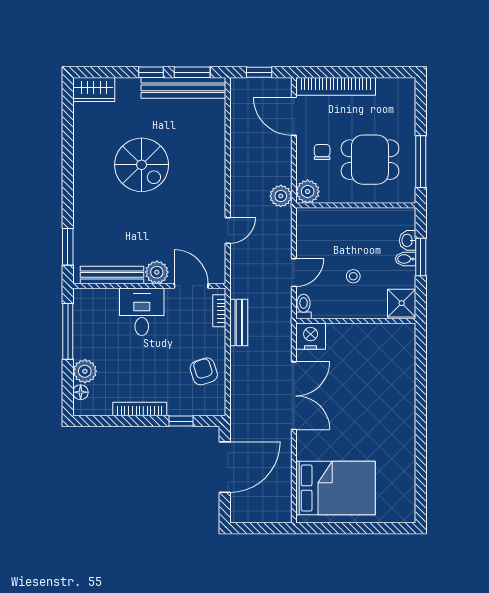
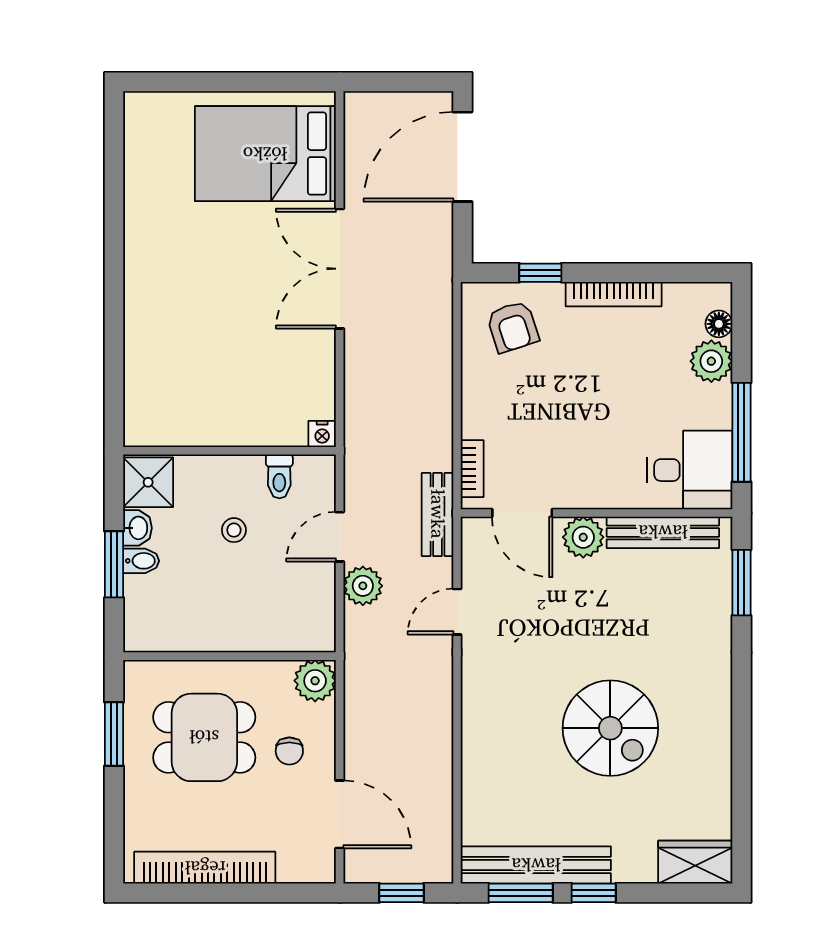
bookcase: (336, 86) -> (205, 868), moved
window: (421, 162) -> (114, 734), width x0.69
spiral stairs: (142, 165) -> (610, 728), turned 180
plant: (281, 196) -> (363, 586), moved
washbasin: (408, 240) -> (137, 528), moved
toilet: (304, 306) -> (279, 476), moved
desk: (142, 312) -> (690, 470), moved, turned -90
bench: (239, 322) -> (438, 514), moved
nightstand: (311, 336) -> (322, 434), width x0.53, depth x0.56
armchair: (204, 371) -> (513, 327), moved
double door: (294, 396) -> (340, 269), moved
door: (225, 467) -> (463, 157), moved

